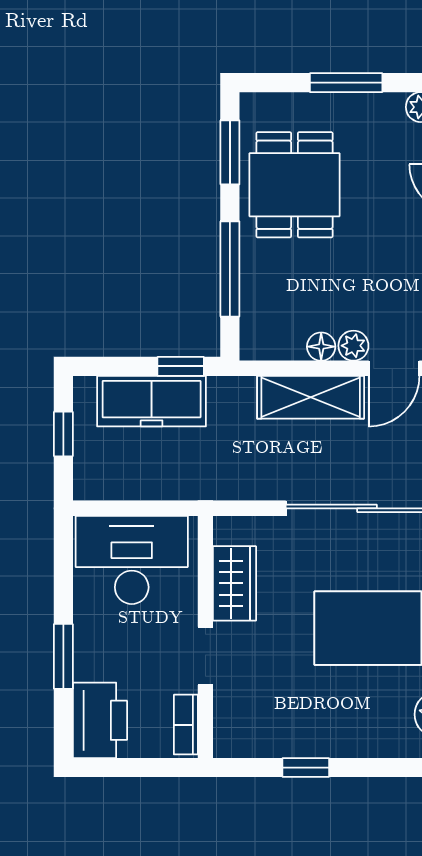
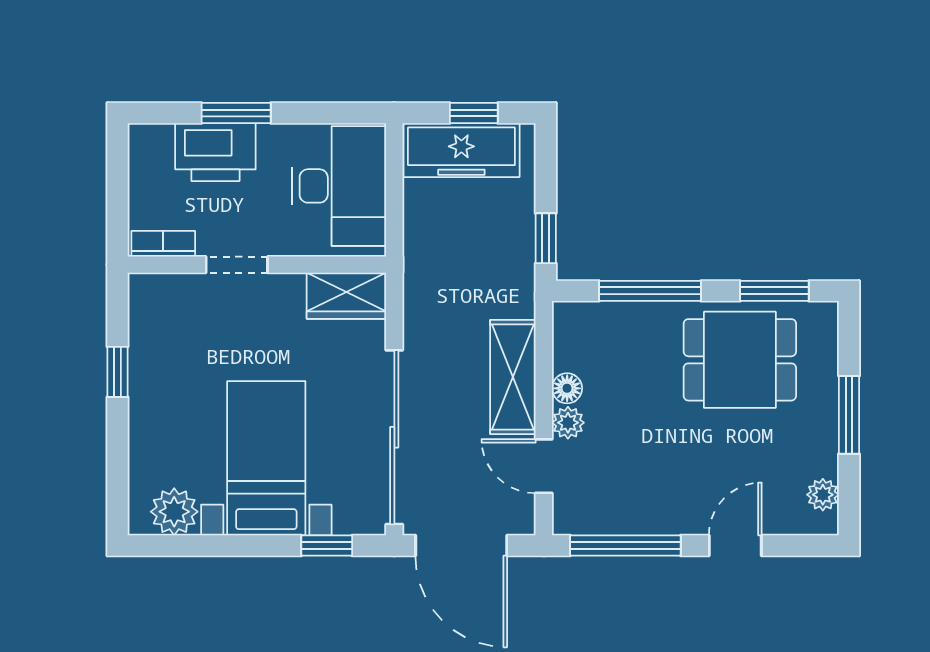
freezer: (152, 401) -> (461, 150), moved, turned -90
wardrobe: (235, 583) -> (346, 296), moved
printer: (100, 720) -> (215, 152), moved

